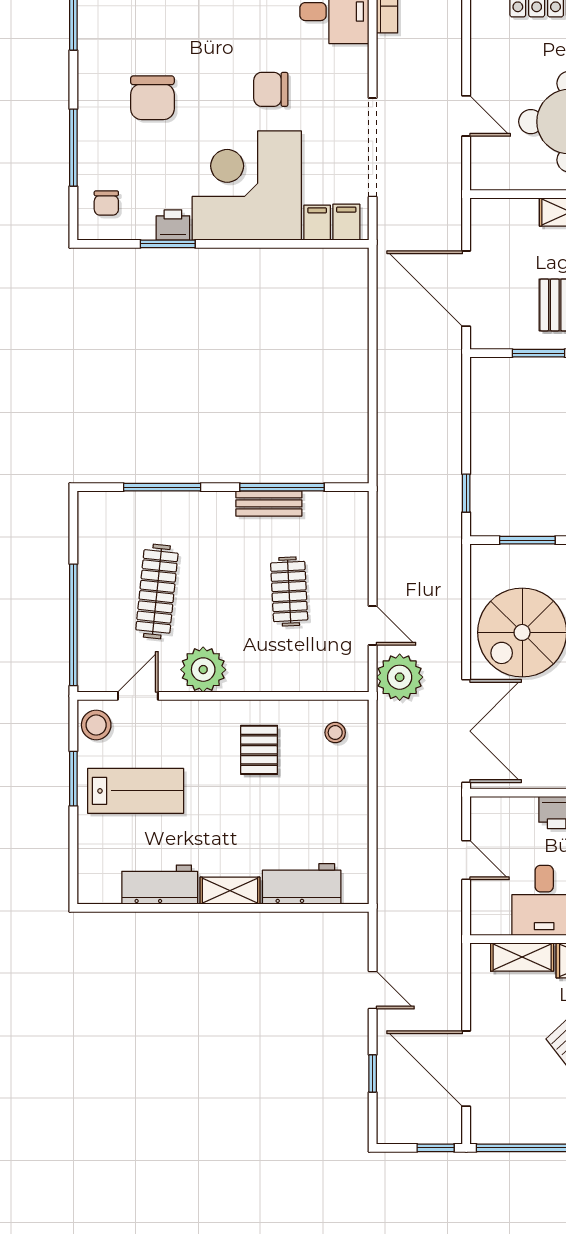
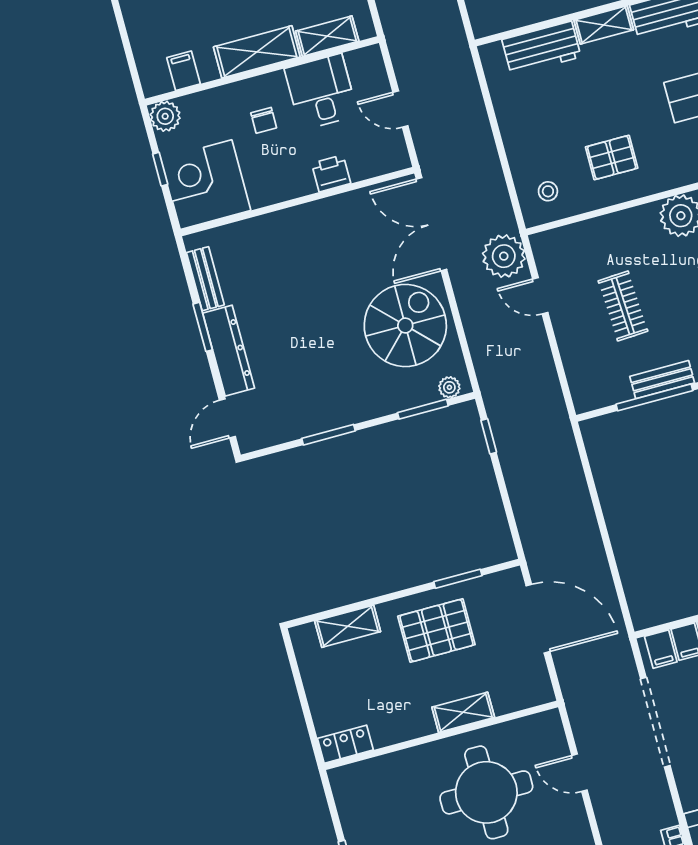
plant: (493, 555) -> (449, 387), added
pallet: (259, 750) -> (612, 158), turned 90

